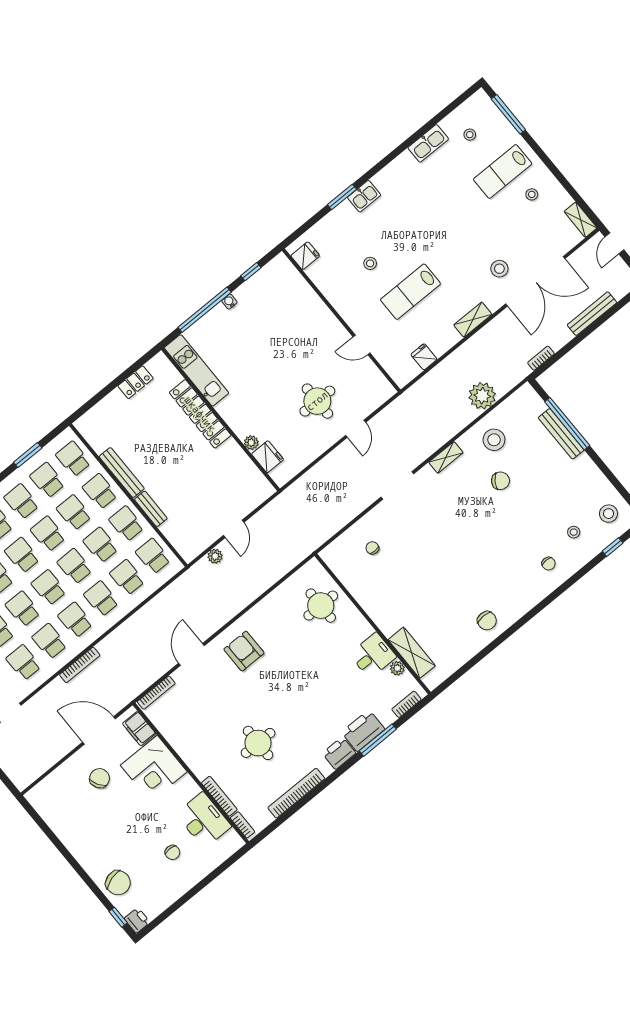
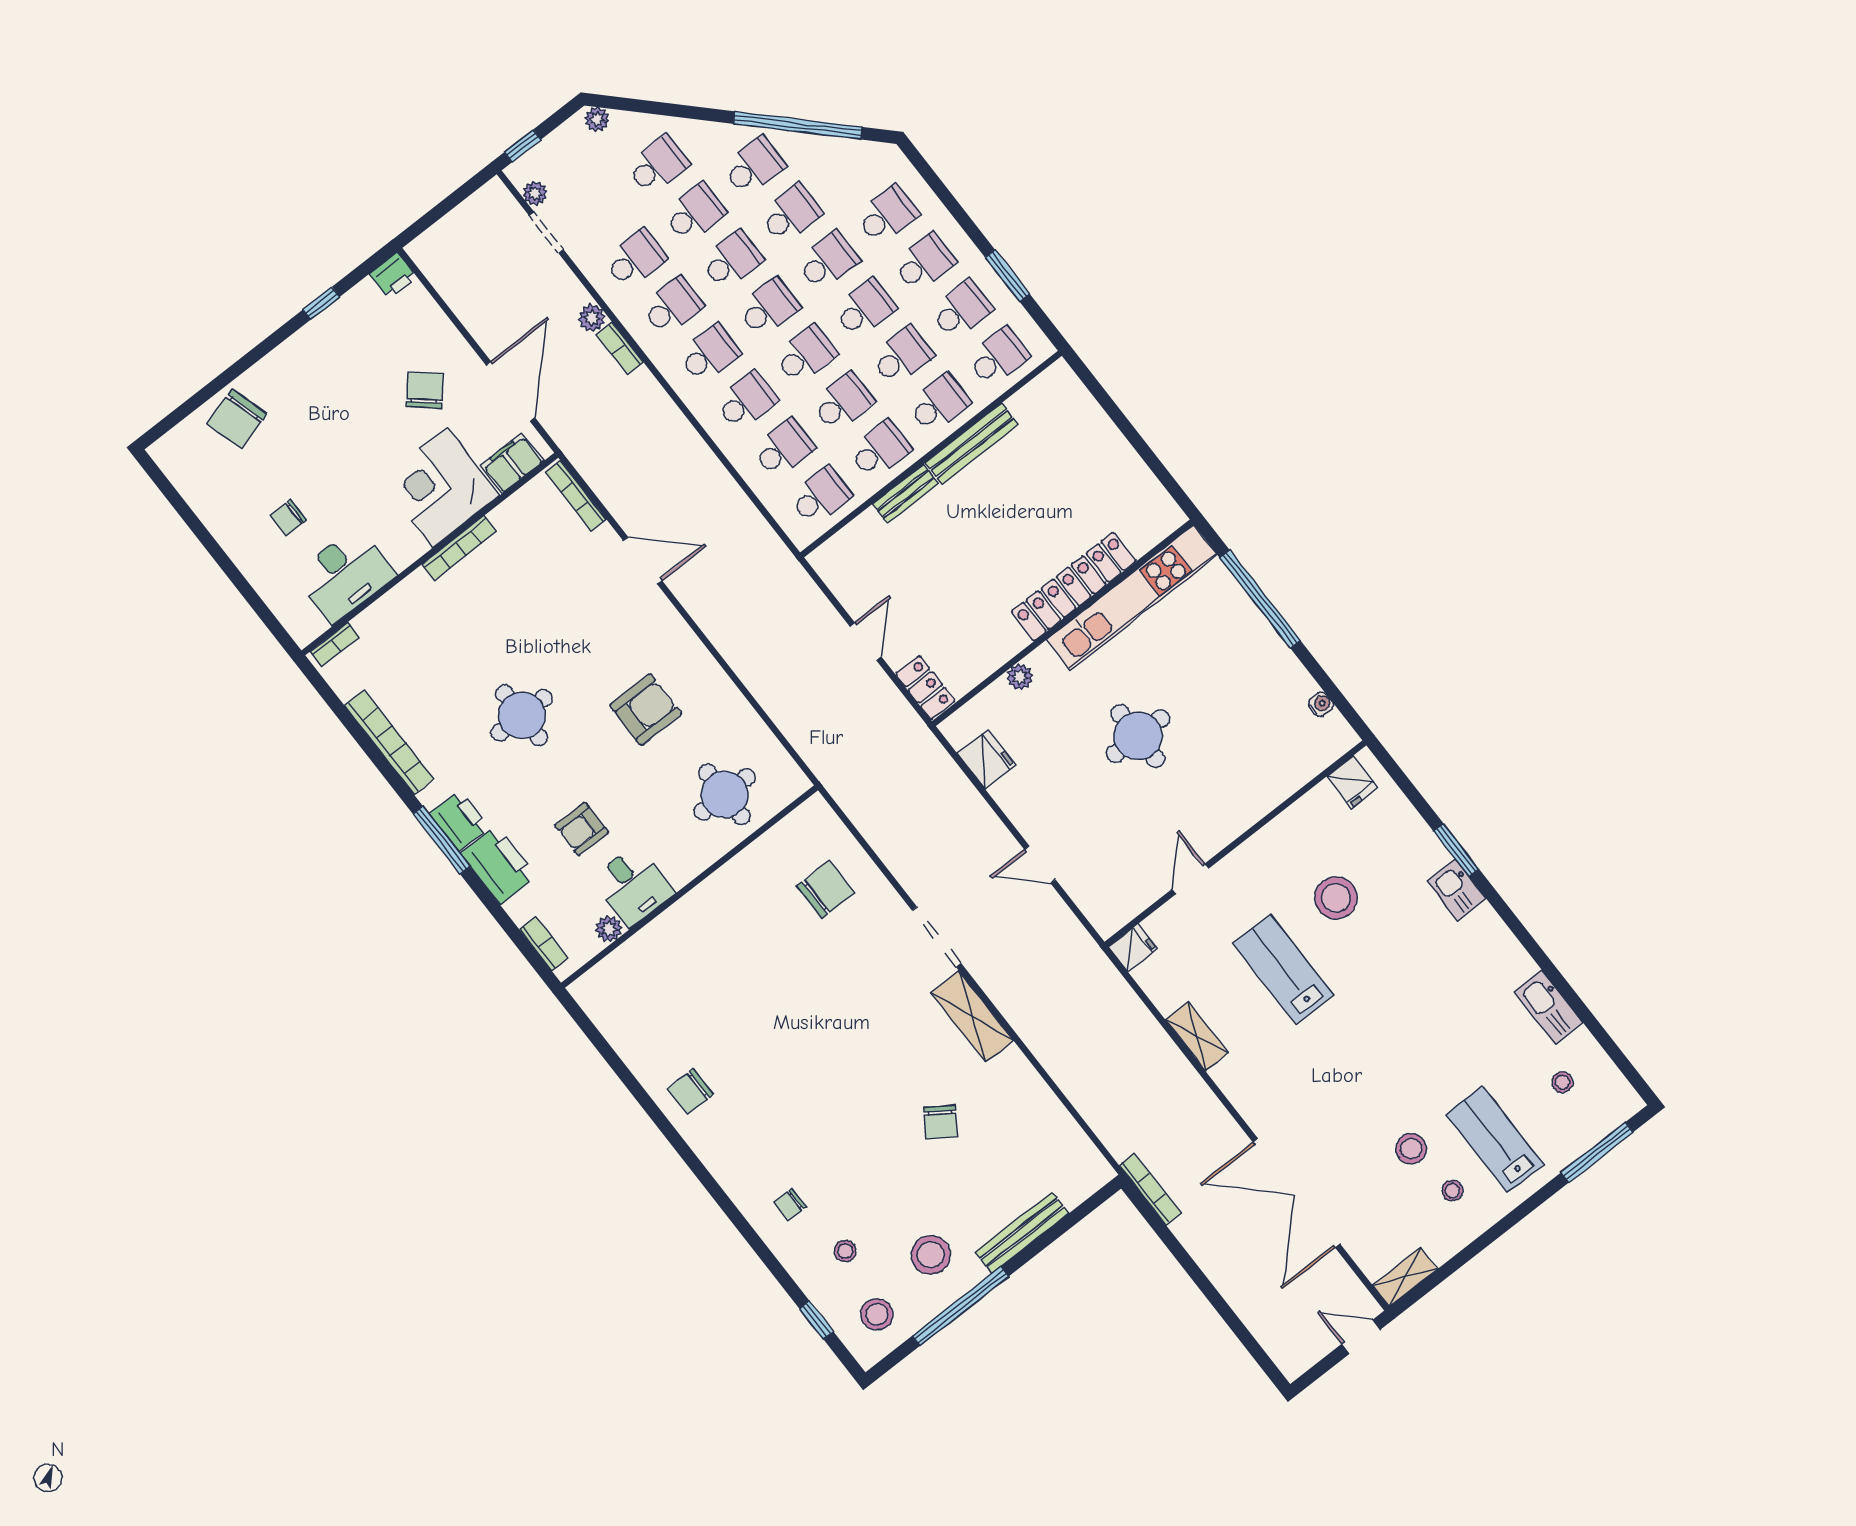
stool: (370, 263) -> (1336, 898), width x1.89, depth x1.89
stool: (499, 269) -> (1411, 1149), moved
window: (251, 272) -> (1326, 684), removed
water cooler: (229, 302) -> (1321, 704), moved
bench: (592, 314) -> (1236, 1293), removed
shelving: (473, 320) -> (1197, 1036), moved
fridge: (424, 357) -> (1133, 948), moved
bookcase: (541, 358) -> (1150, 1189), width x1.56
kitchen unit: (197, 370) -> (1132, 597), width x1.36
locker: (136, 382) -> (925, 687), moved, turned 180
plant: (482, 396) -> (1094, 1093), removed
round table: (317, 401) -> (1138, 736), moved
window: (567, 424) -> (961, 1306), moved
stool: (494, 440) -> (931, 1255), moved
fridge: (268, 457) -> (986, 759), moved, turned -90
shelving: (446, 457) -> (972, 1016), width x1.50, depth x1.33
door: (234, 529) -> (866, 642), swing flipped
chair: (372, 548) -> (826, 889), width x1.87, depth x1.87
plant: (215, 556) -> (592, 318), moved
armchair: (244, 651) -> (646, 710), moved
shelving: (412, 653) -> (636, 955), removed
bookcase: (80, 665) -> (620, 348), width x0.64
armchair: (342, 685) -> (582, 829), added
window: (378, 740) -> (441, 840), moved
round table: (258, 743) -> (522, 715), moved
chair: (100, 778) -> (425, 390), turned -108
bookcase: (219, 796) -> (459, 548), moved
window: (118, 917) -> (321, 303), moved
printer: (137, 920) -> (393, 276), moved

